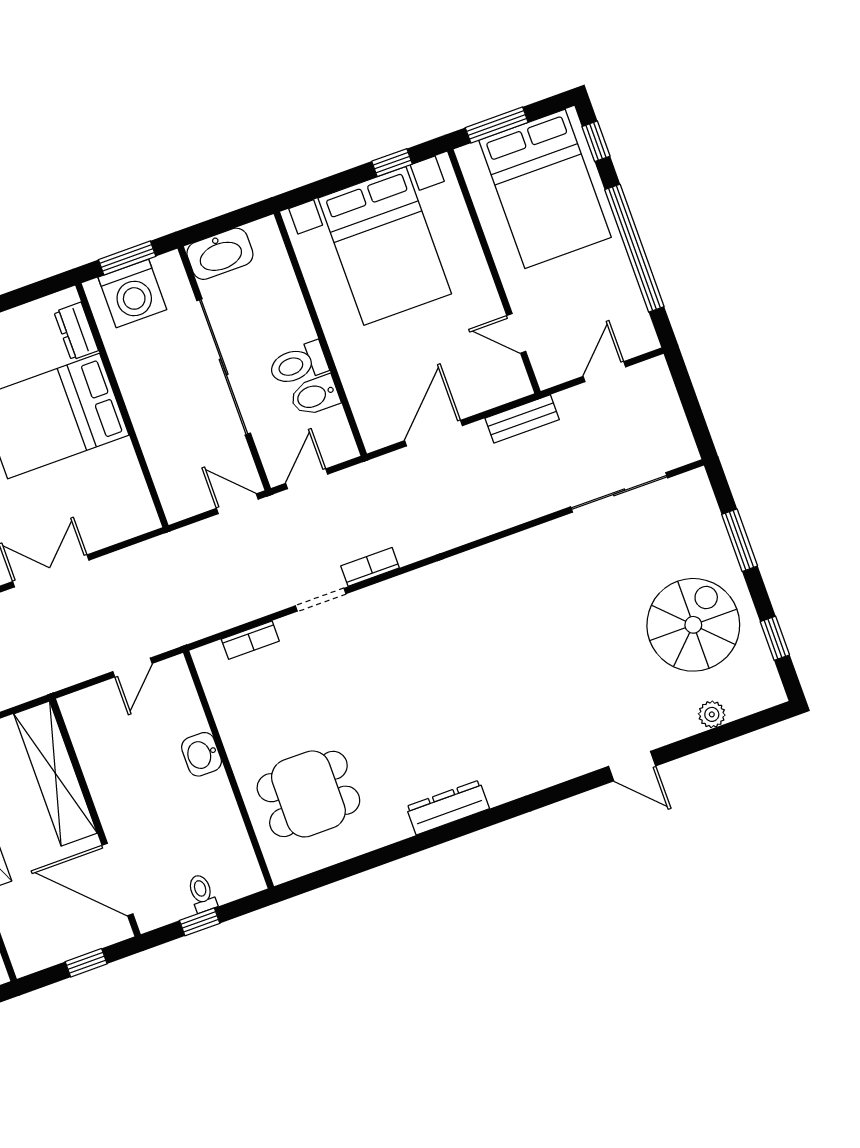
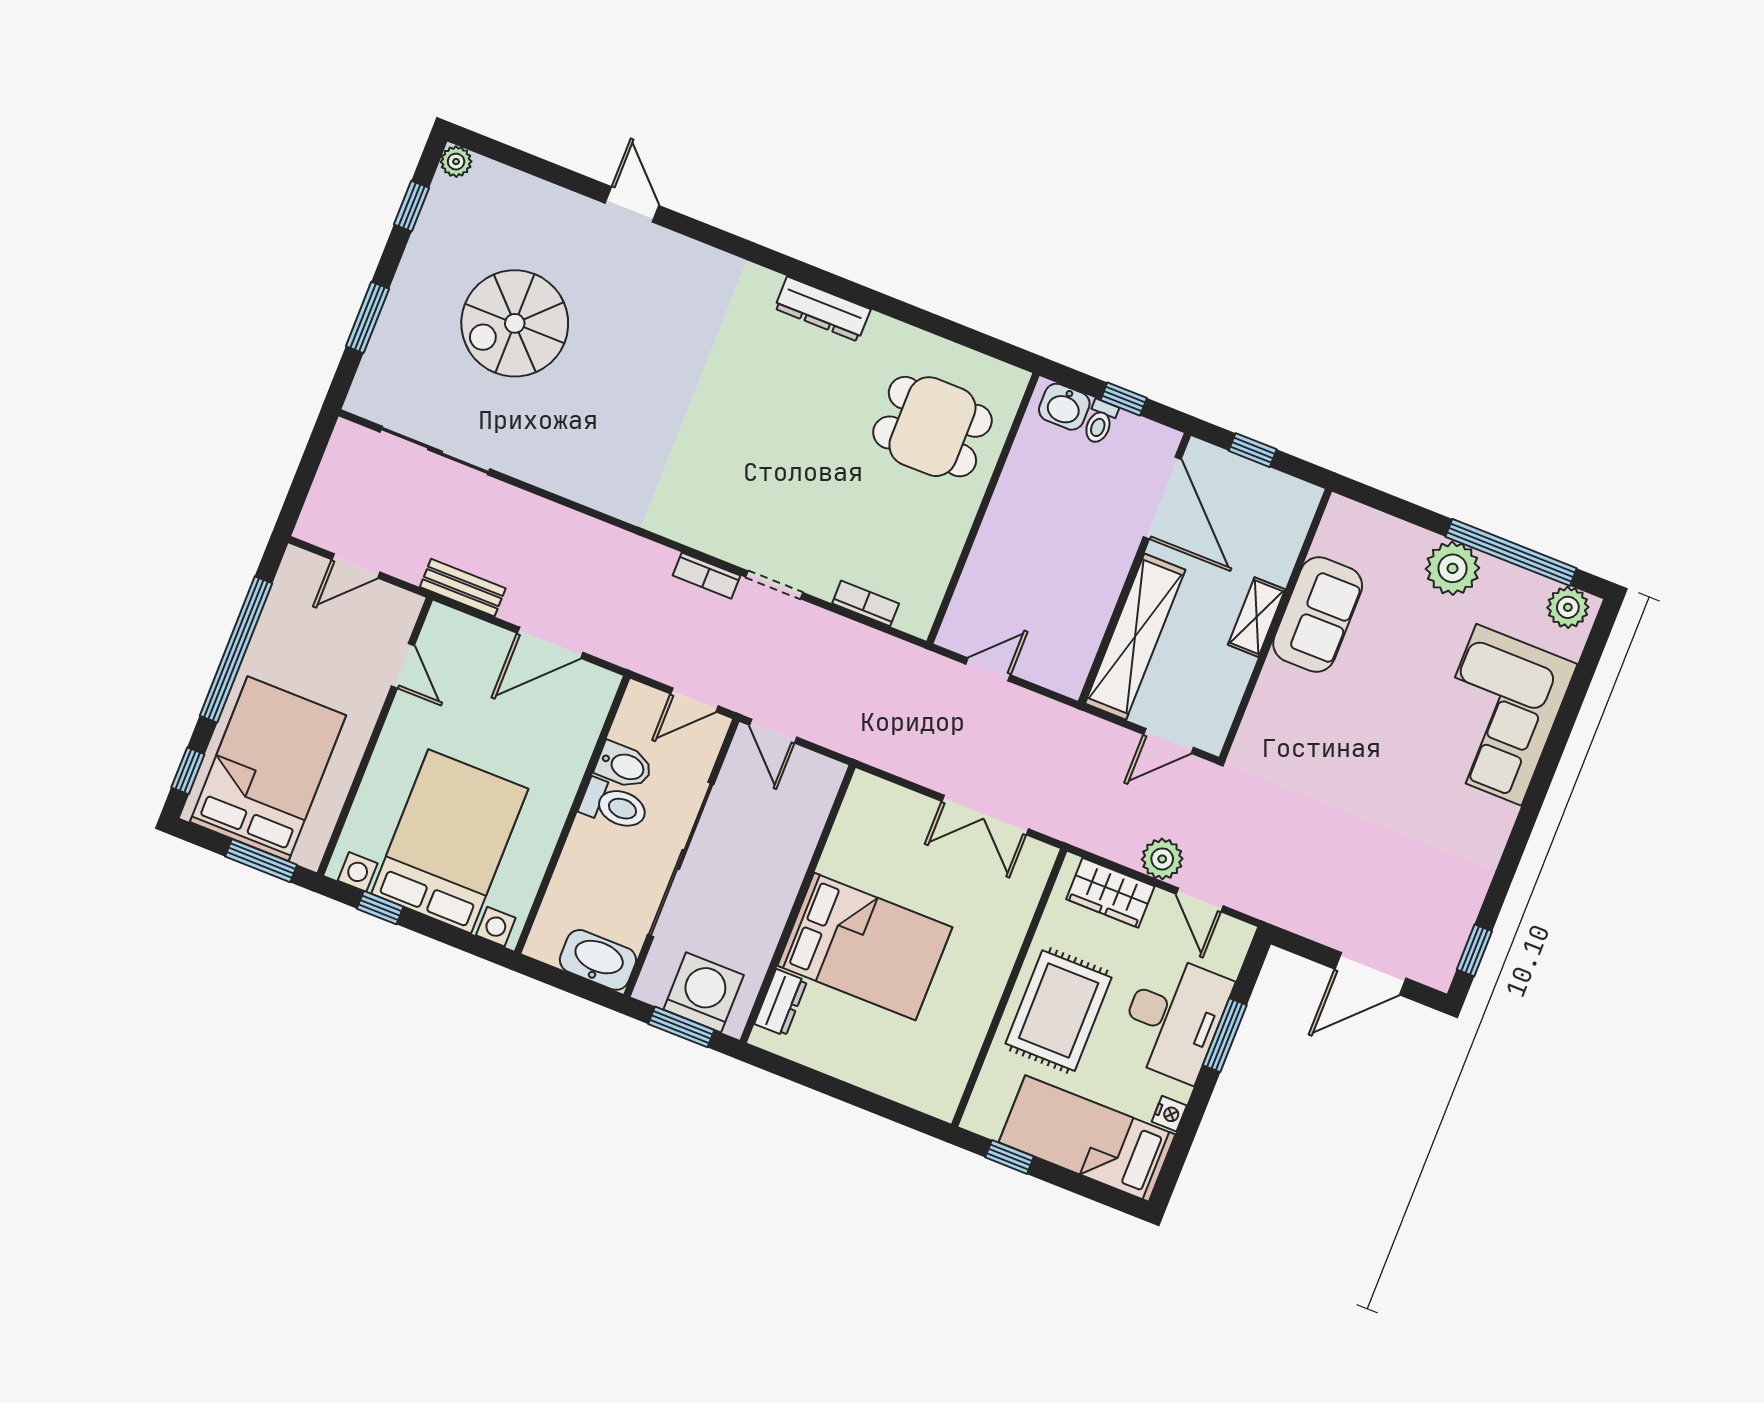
spiral stairs: (693, 625) -> (515, 323), moved
plant: (712, 714) -> (456, 162), moved
washbasin: (201, 754) -> (1064, 407), moved, turned 90

